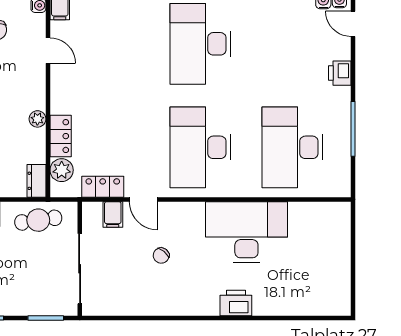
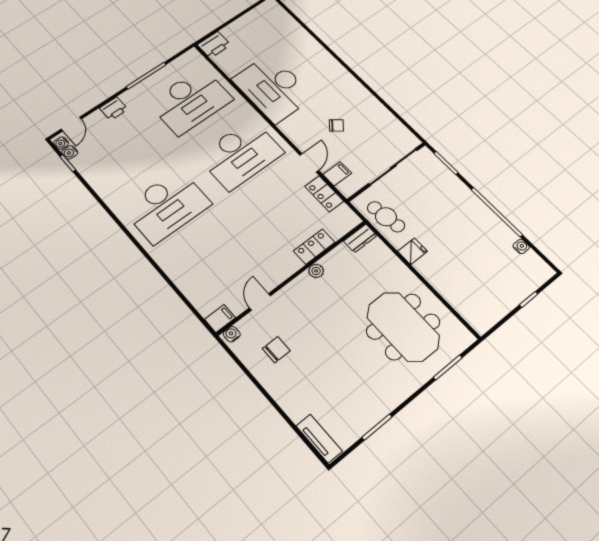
plant: (62, 170) -> (337, 228), removed
printer: (236, 303) -> (214, 45), moved, turned -90

